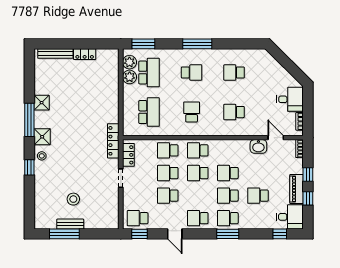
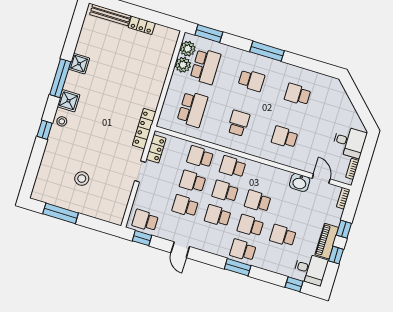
school desk: (198, 218) -> (218, 216), moved
bench: (70, 224) -> (70, 205), removed

